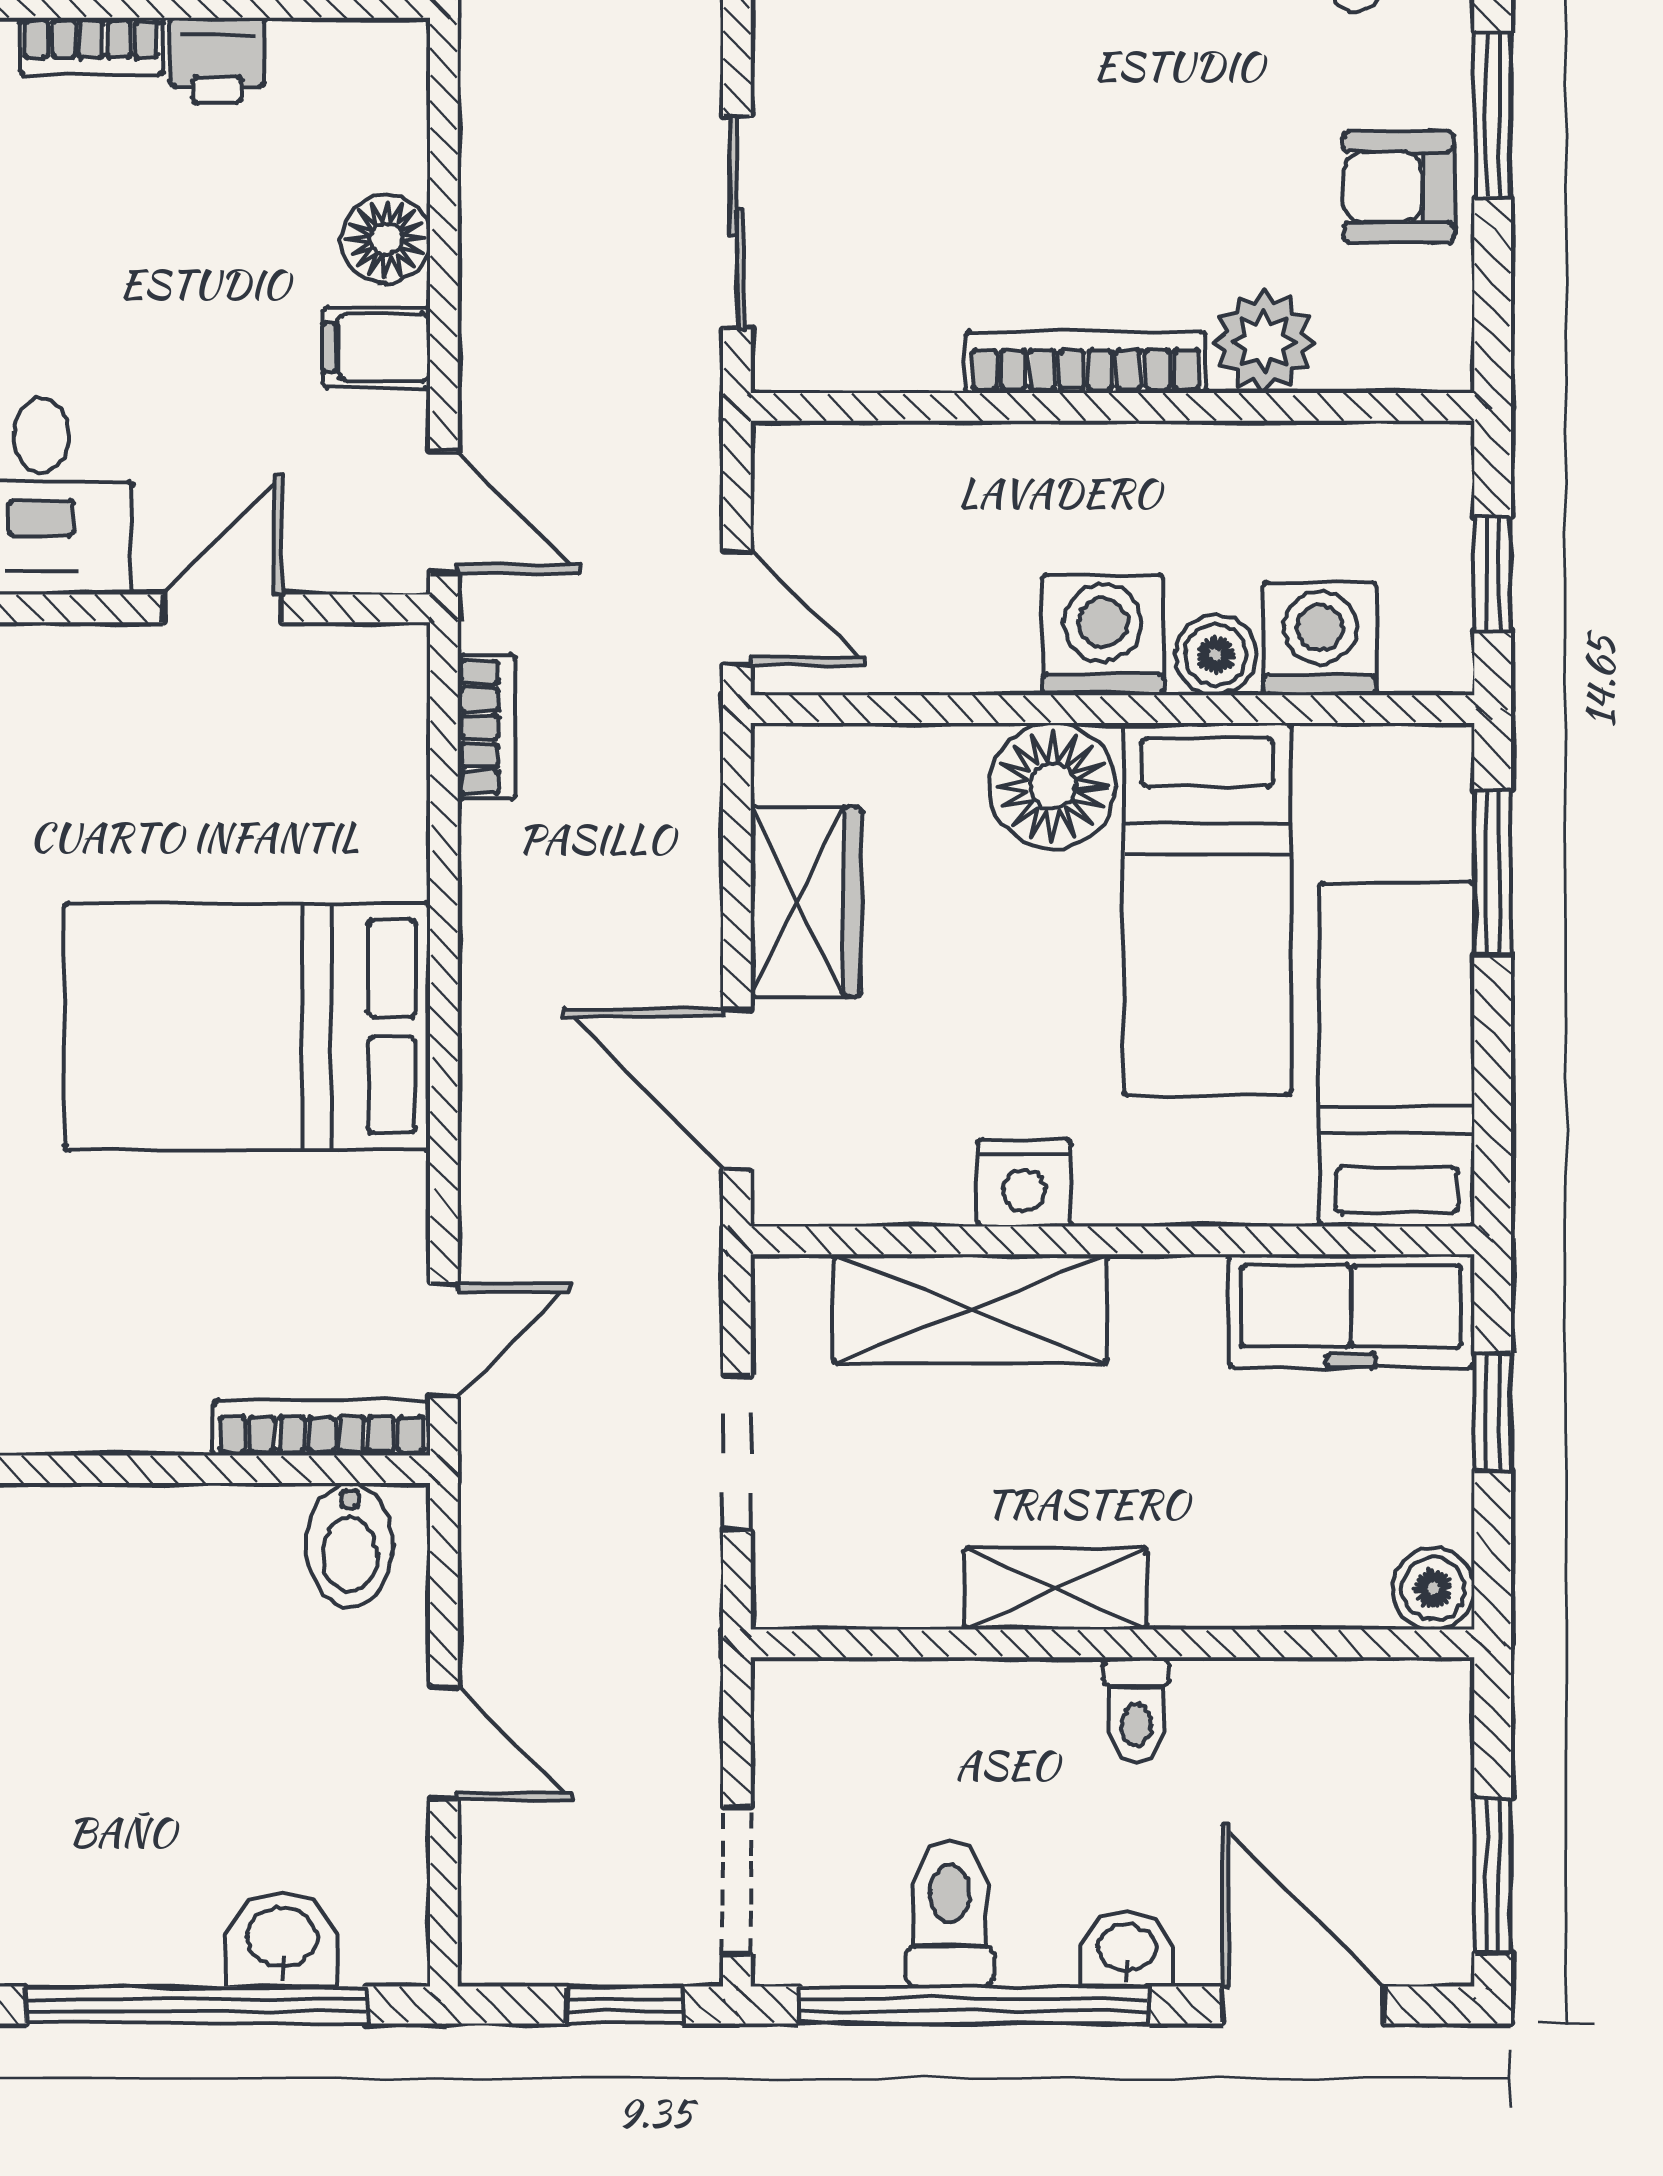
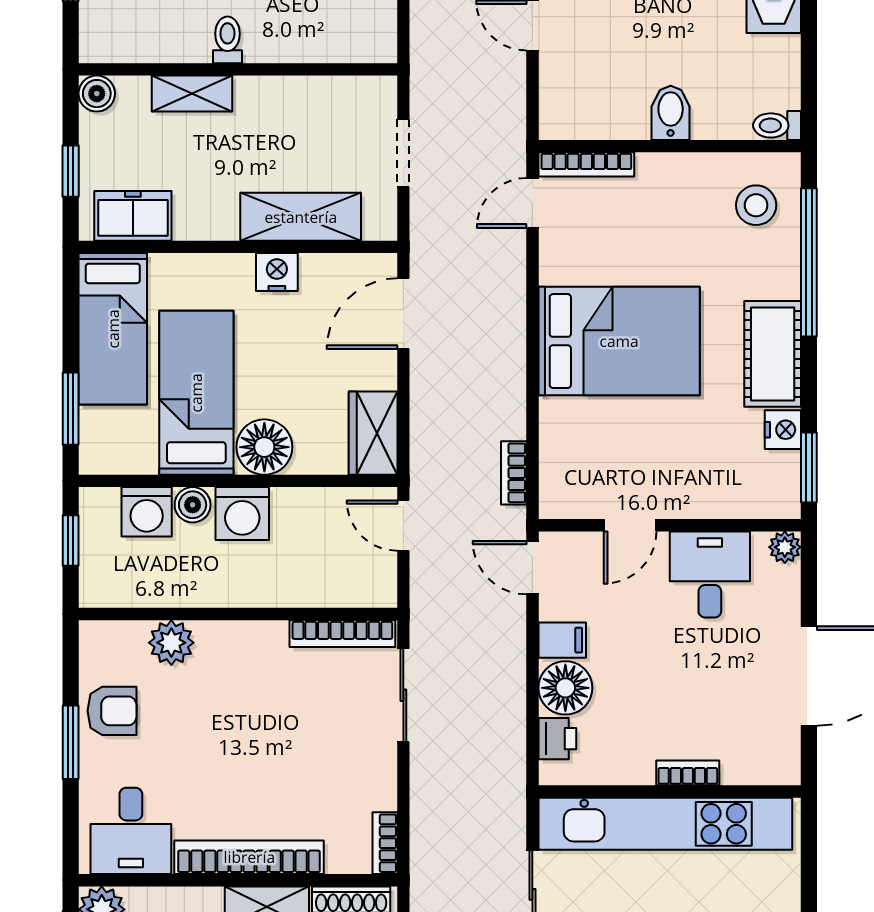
printer: (217, 60) -> (557, 739), moved, turned 90
floor lamp: (386, 239) -> (565, 688), width x1.38, depth x1.38
bookcase: (1086, 362) -> (342, 634), moved
wardrobe: (806, 902) -> (373, 433), moved
door: (737, 1089) -> (403, 314), swing flipped
freezer: (1351, 1311) -> (133, 216), width x0.71
bidet: (350, 1545) -> (671, 113), moved
shelving: (1055, 1589) -> (192, 94), moved

